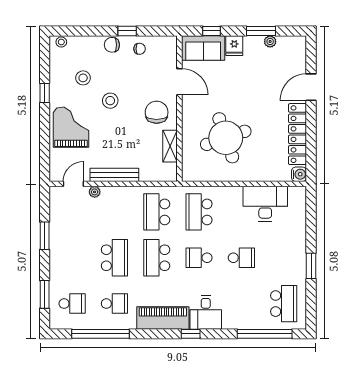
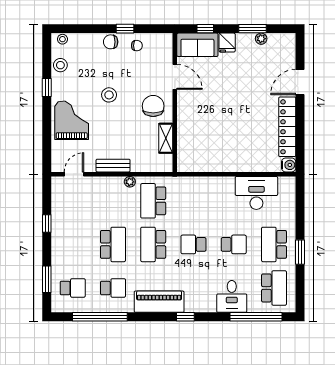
stool: (83, 78) -> (60, 65), moved
round table: (226, 138) -> (219, 130), removed
bench: (114, 175) -> (113, 166), width x0.73
plant: (95, 192) -> (130, 182), moved
school desk: (199, 212) -> (274, 244), moved
window: (45, 236) -> (47, 223), width x0.67
desk: (206, 312) -> (232, 296), moved

